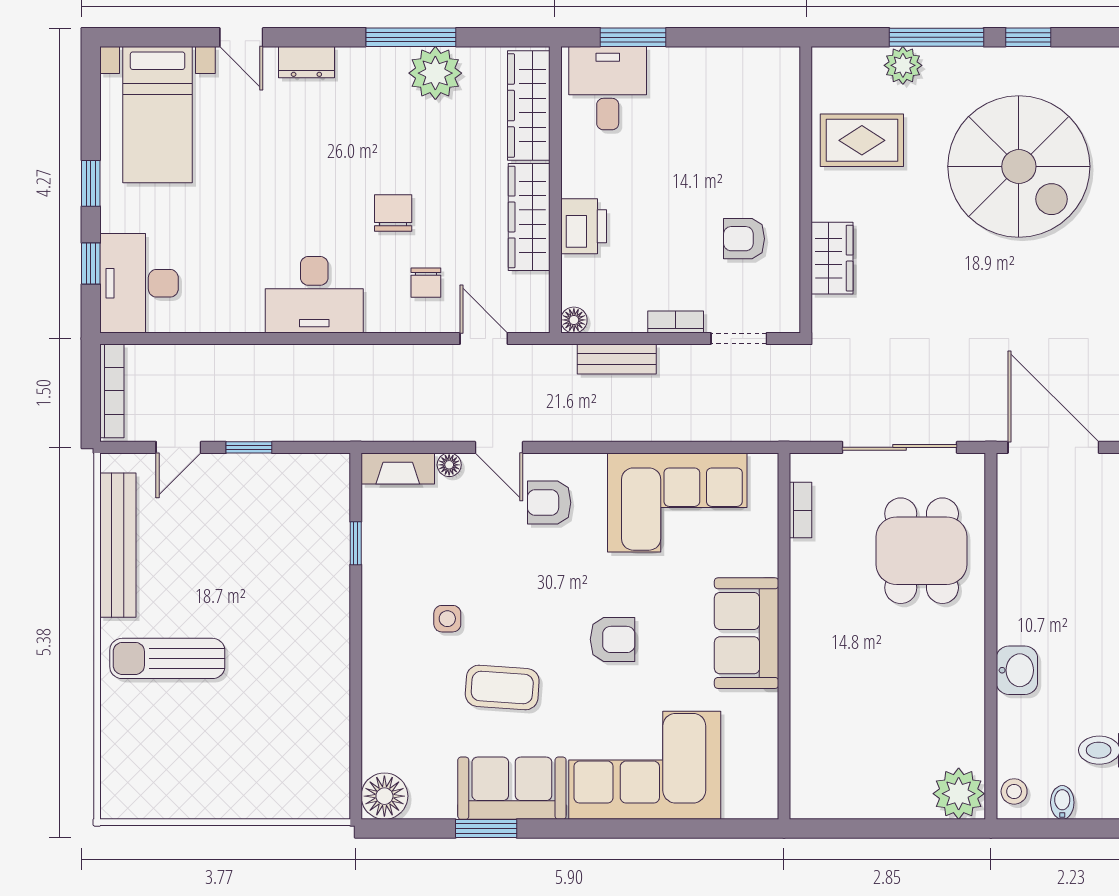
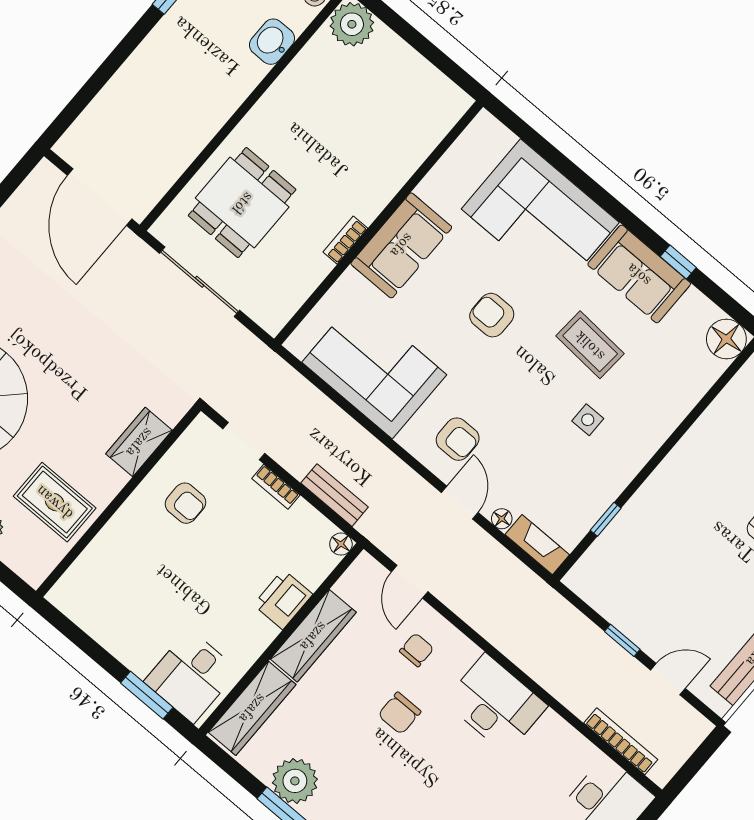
bookcase: (112, 391) -> (621, 741), moved, turned 90
bookcase: (801, 510) -> (345, 240), moved
washbasin: (1017, 670) -> (272, 42), moved
window: (486, 829) -> (678, 262), width x0.67

